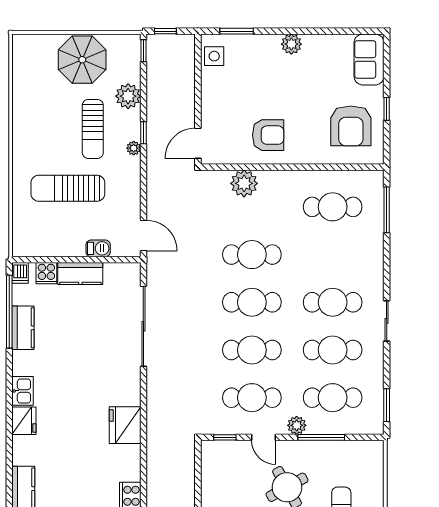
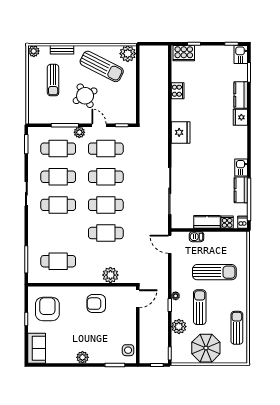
sun lounger: (30, 94) -> (237, 328), added
kitchen sink: (22, 391) -> (241, 168), moved
fridge: (24, 421) -> (240, 117), moved

